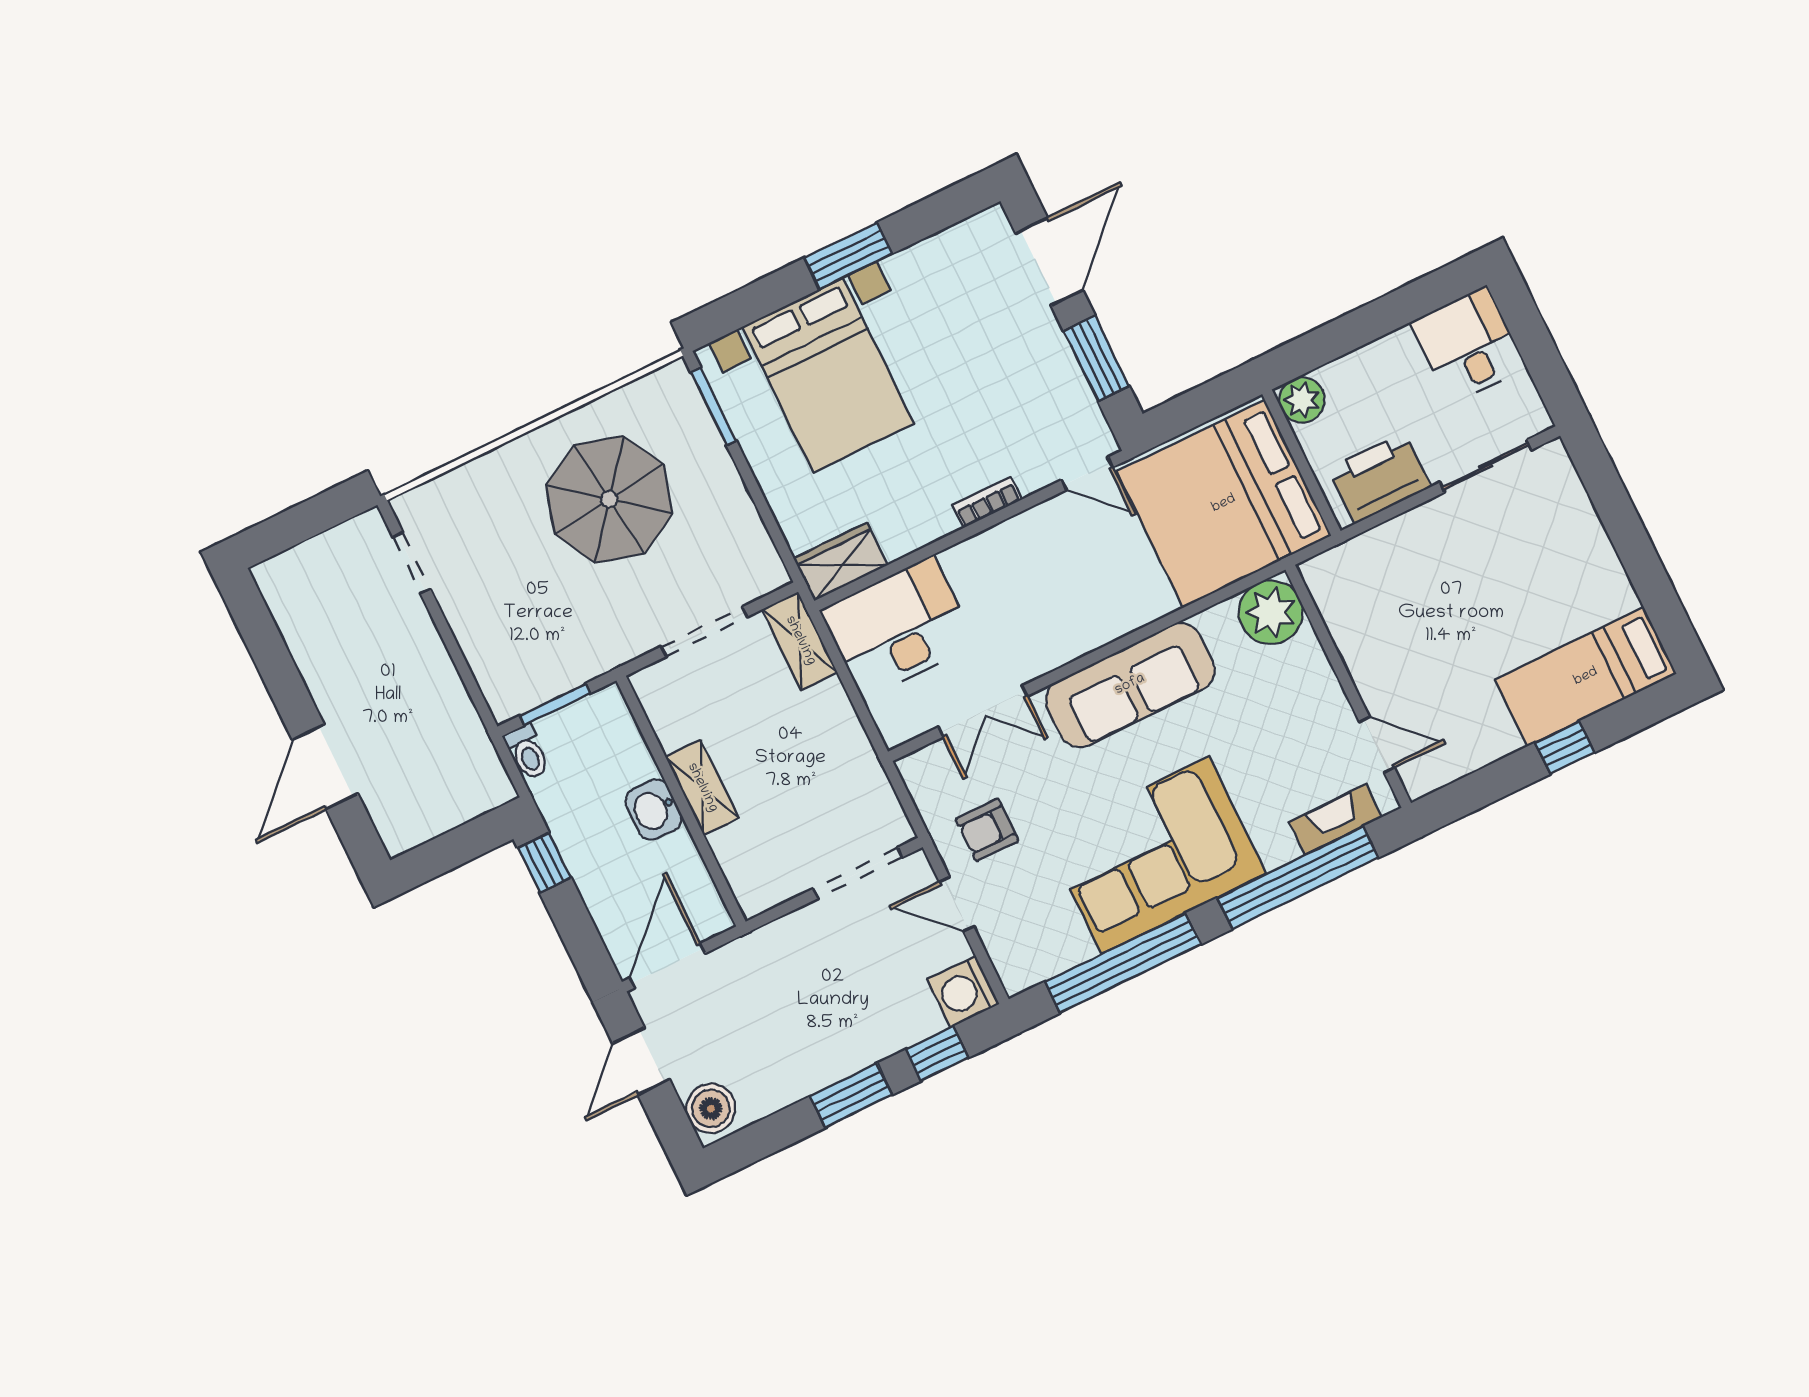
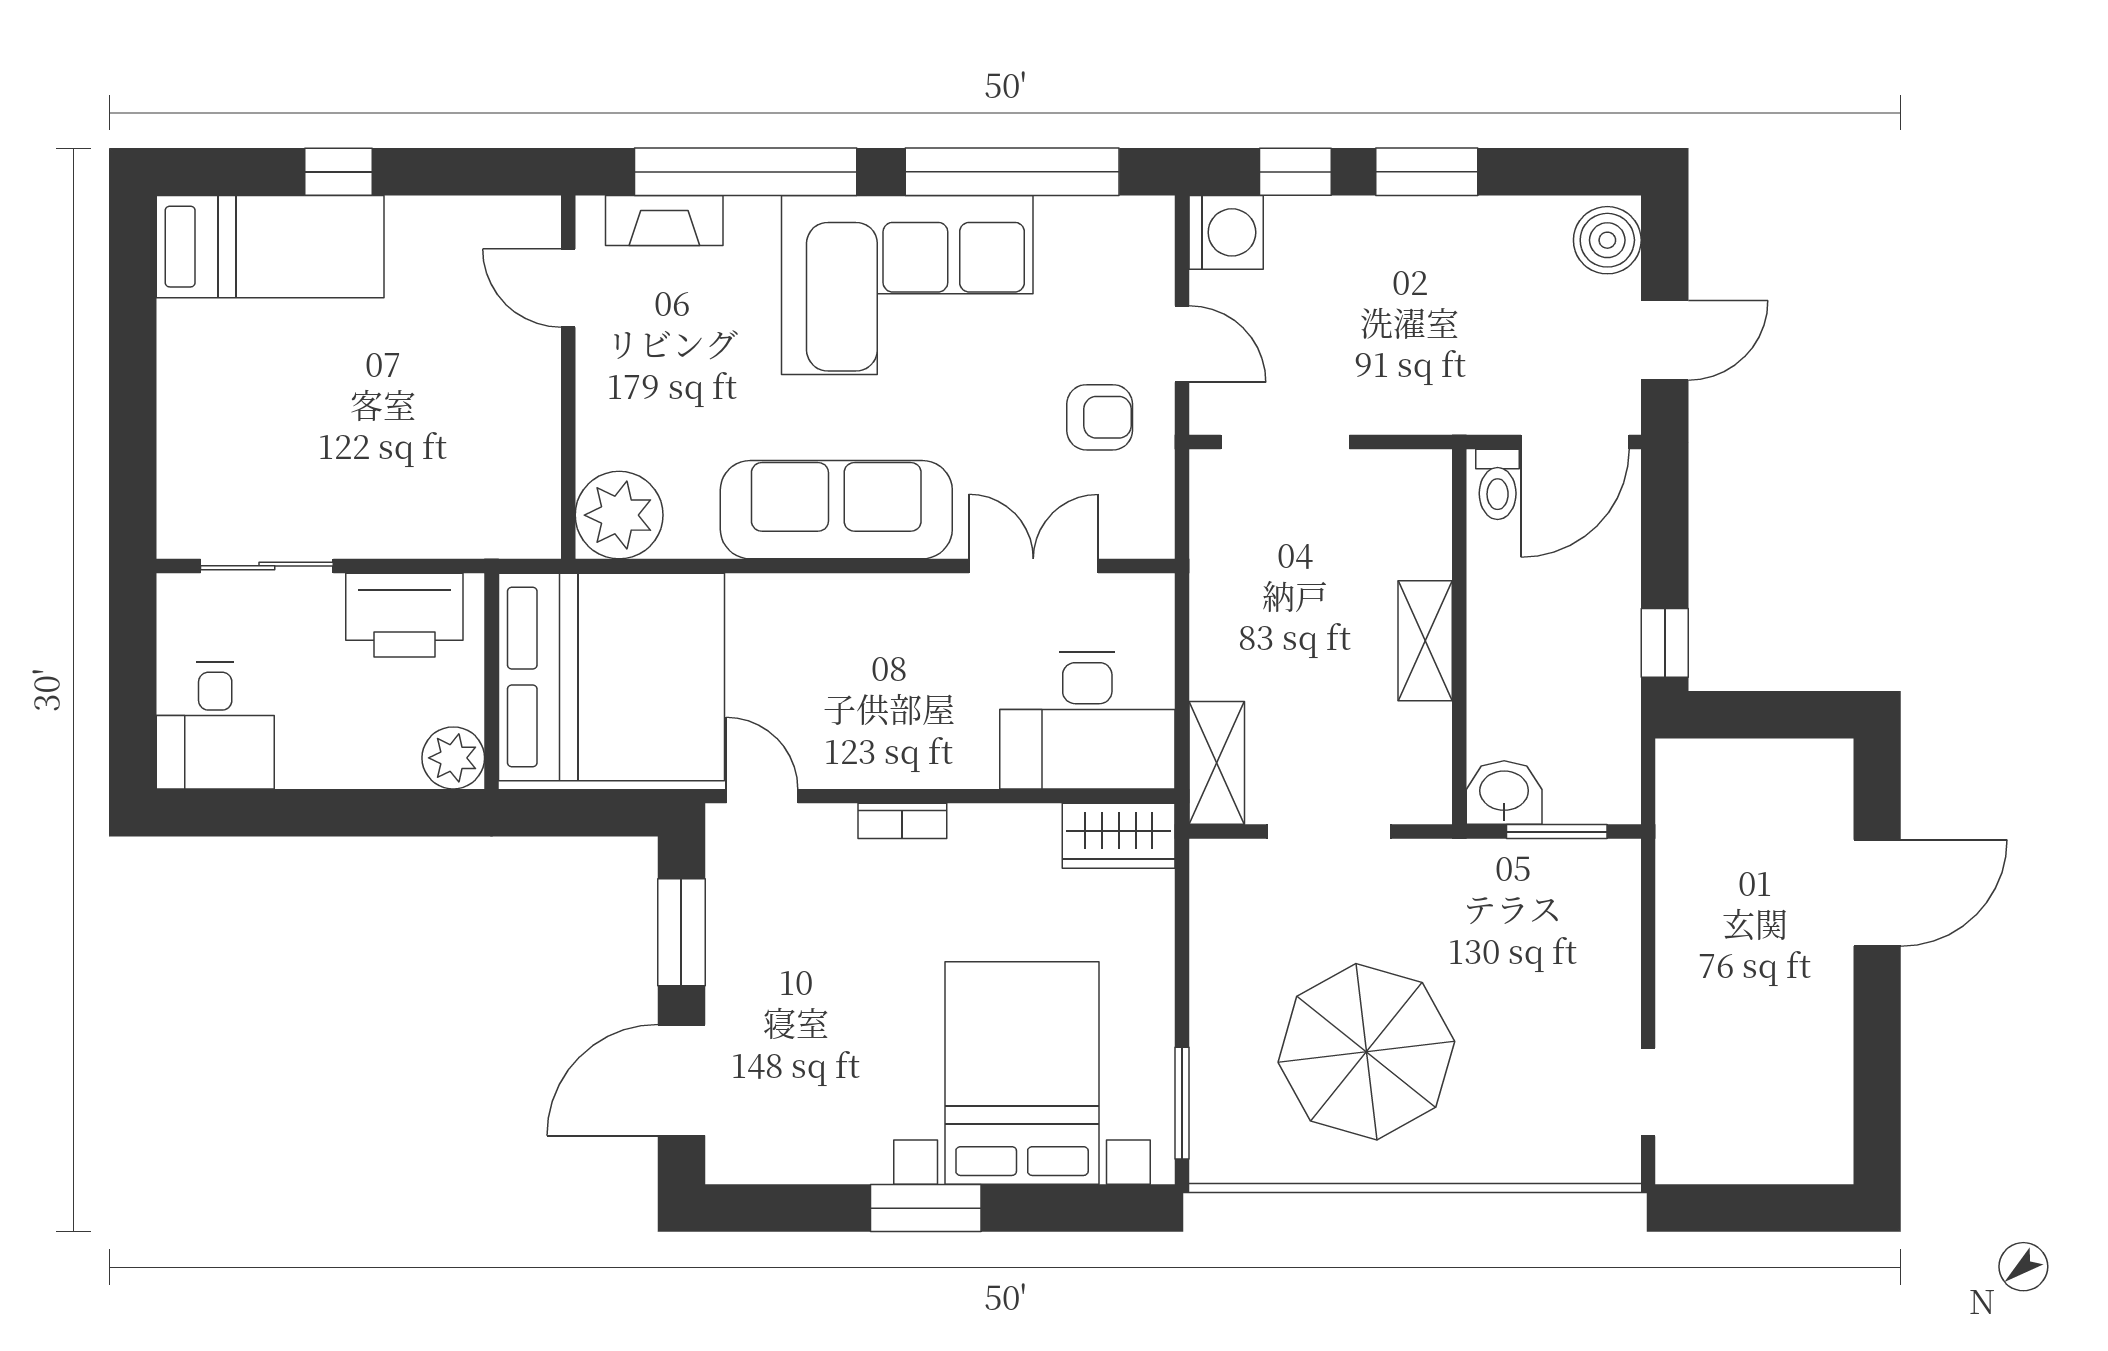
toilet: (527, 752) -> (1498, 484), moved, turned 180
washbasin: (654, 810) -> (1504, 793), moved, turned -90

